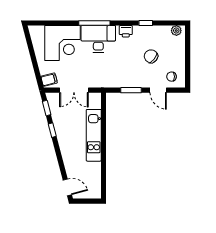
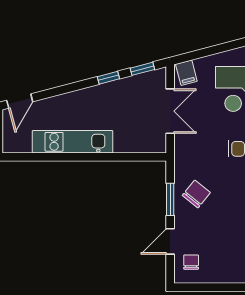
chair: (151, 56) -> (196, 194), moved
double door: (74, 90) -> (170, 111), swing flipped
kitchen unit: (94, 135) -> (73, 142), moved

